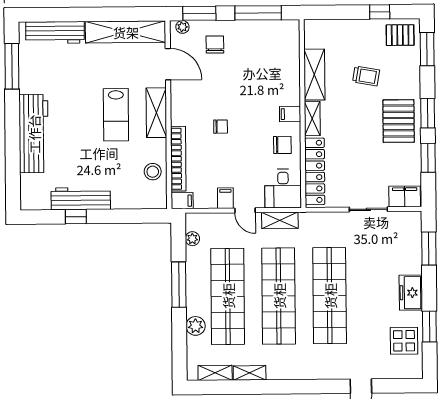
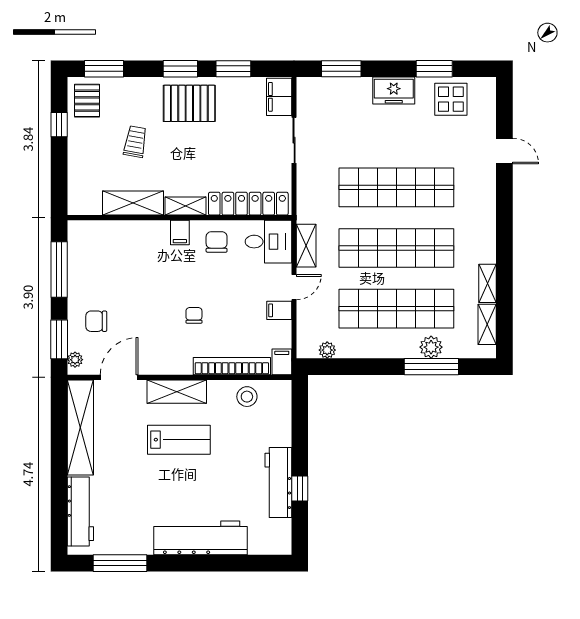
window: (179, 285) -> (431, 367), moved

